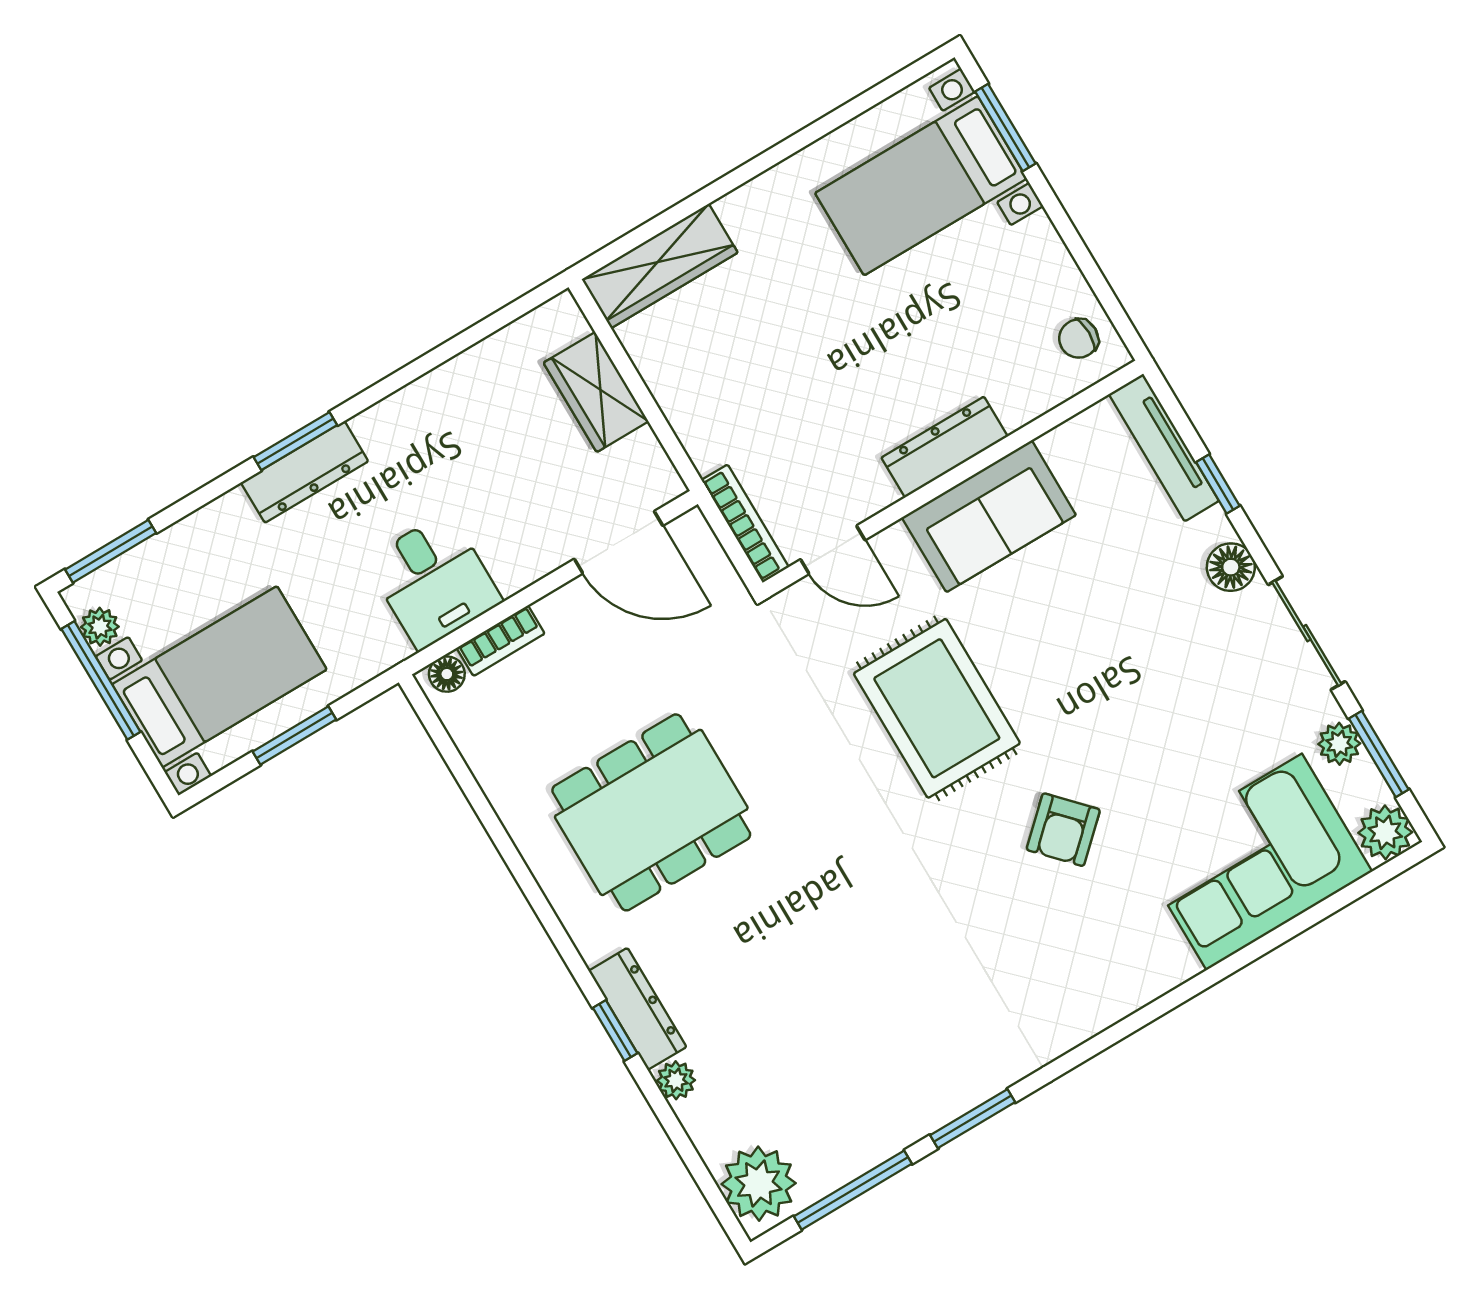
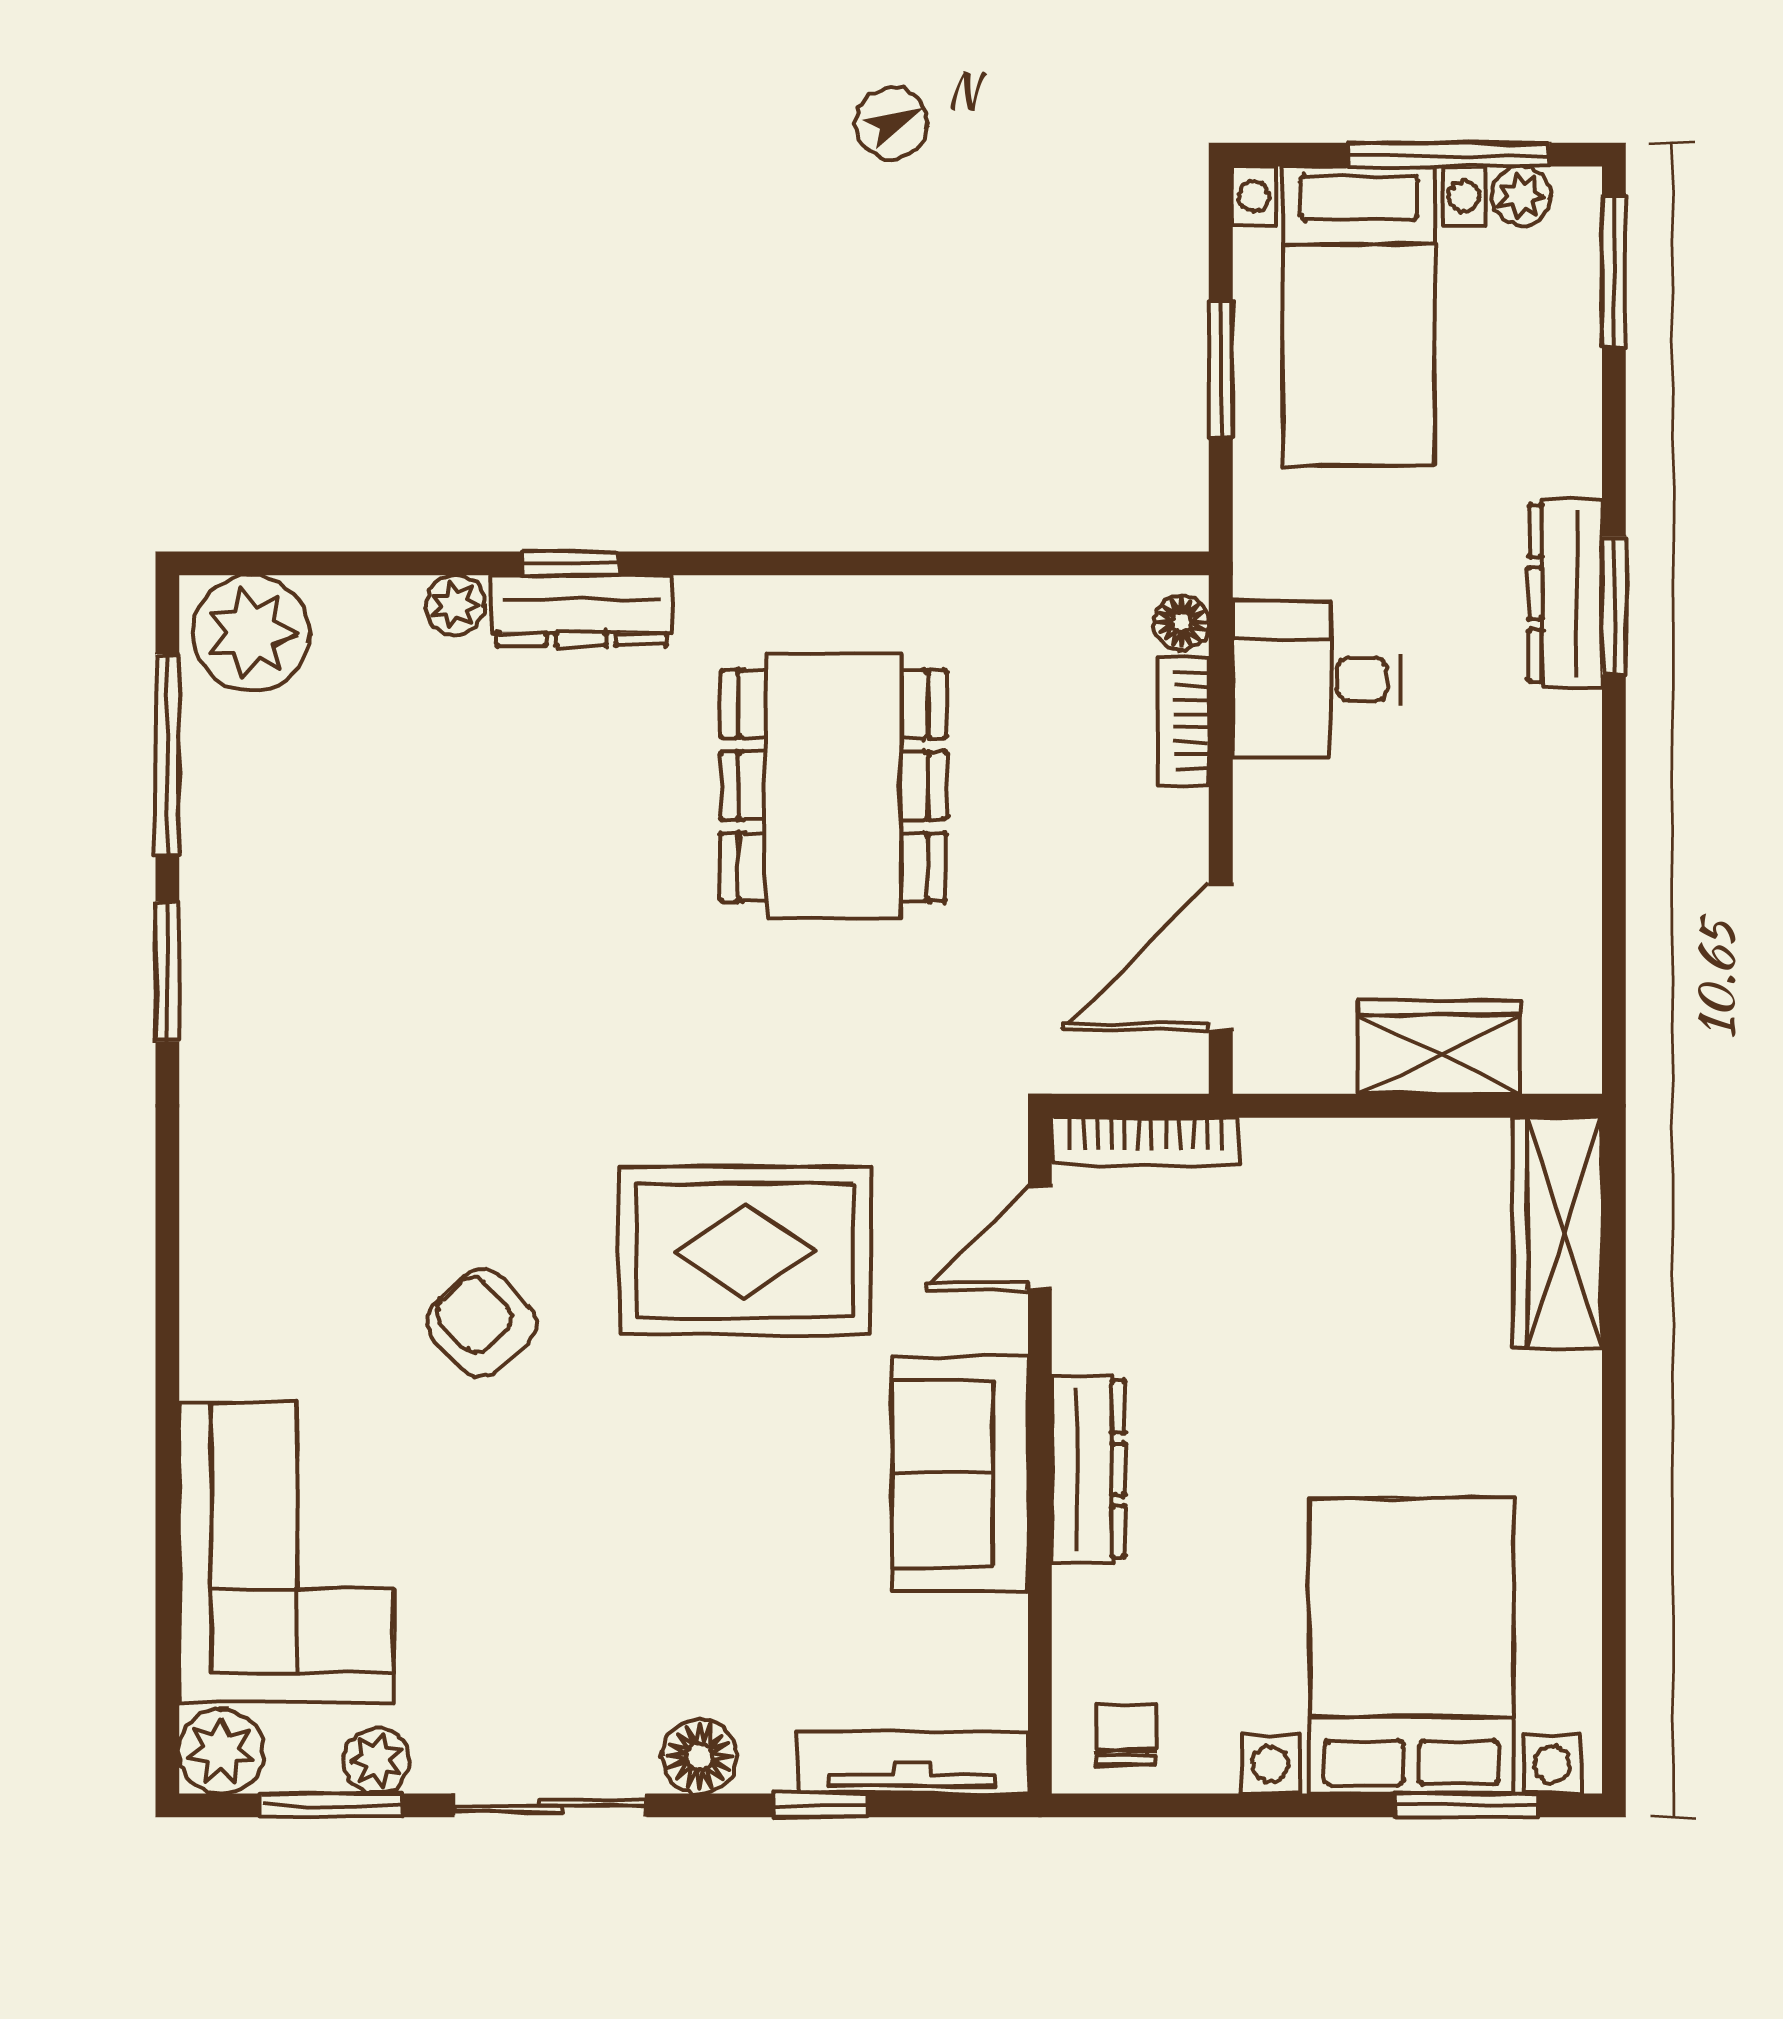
bed with nightstands: (921, 186) -> (1411, 1646), width x1.36

